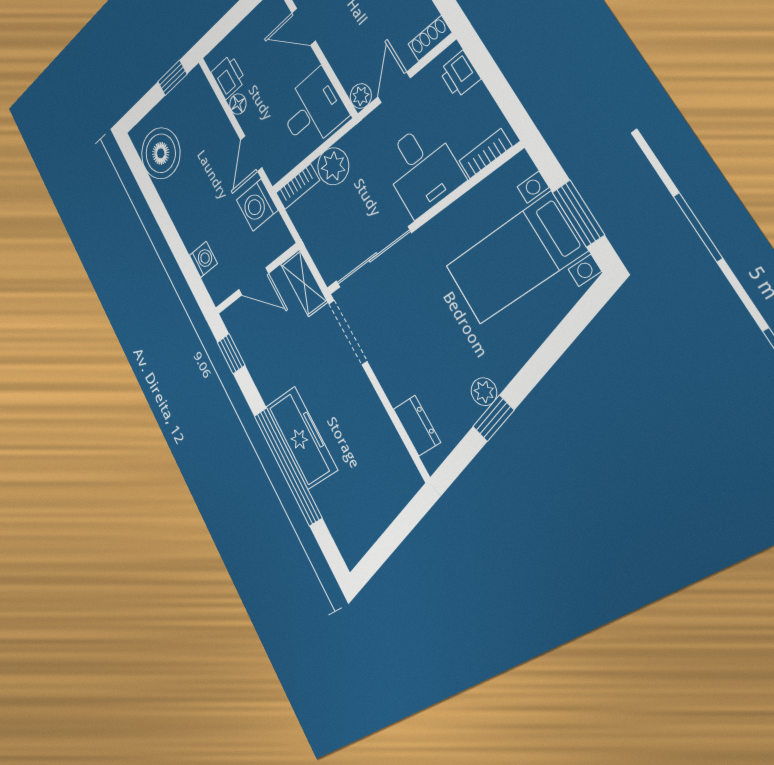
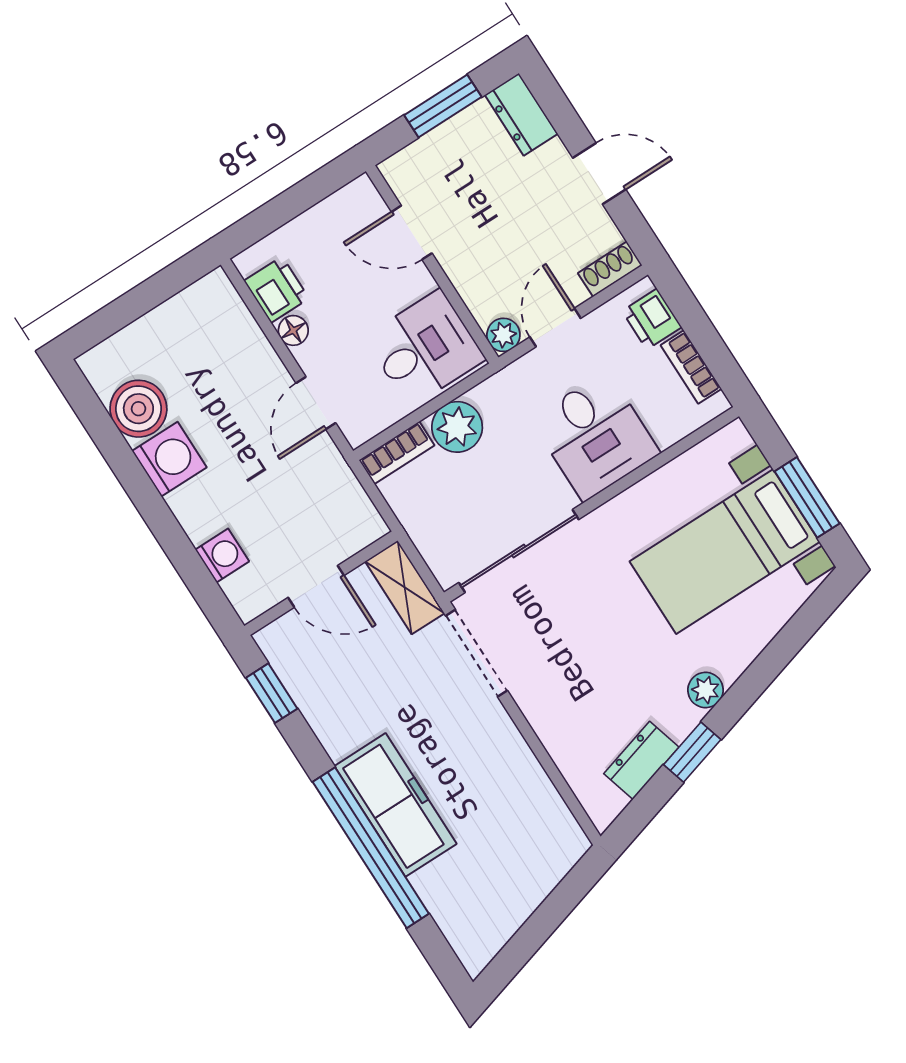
window: (172, 78) -> (168, 282), removed
boiler: (161, 153) -> (138, 409), width x0.73, depth x0.73
bookcase: (485, 154) -> (691, 367), moved, turned -90
washing machine: (257, 205) -> (169, 459), moved, turned 180
plant: (484, 392) -> (706, 690), moved
dresser: (417, 426) -> (641, 760), moved, turned -106

